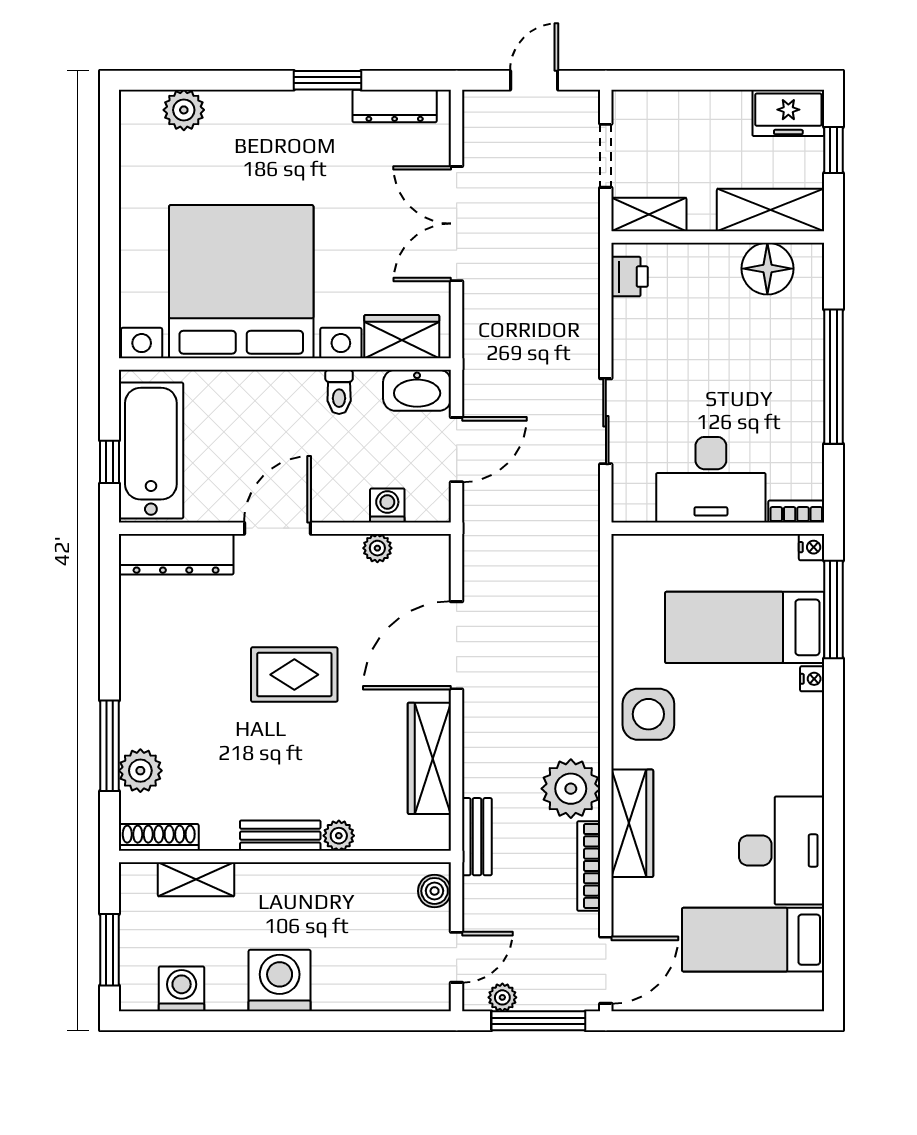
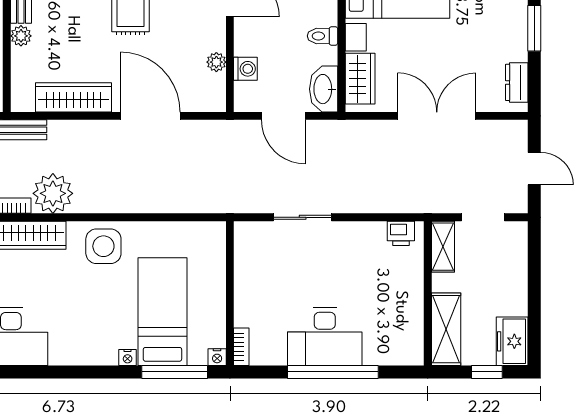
dresser: (395, 106) -> (517, 82), width x0.70
floor lamp: (767, 269) -> (406, 327), removed
desk: (711, 480) -> (325, 336), moved, turned -90

